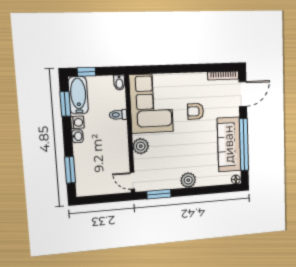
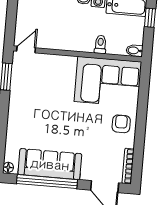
armchair: (195, 111) -> (121, 124), moved
plant: (141, 146) -> (63, 64), removed
plant: (188, 180) -> (16, 112), removed

